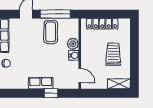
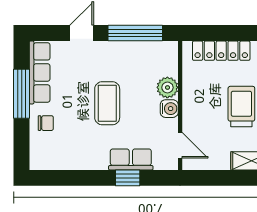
coffee table: (51, 32) -> (107, 103), moved
row of seats: (41, 83) -> (131, 159), moved

